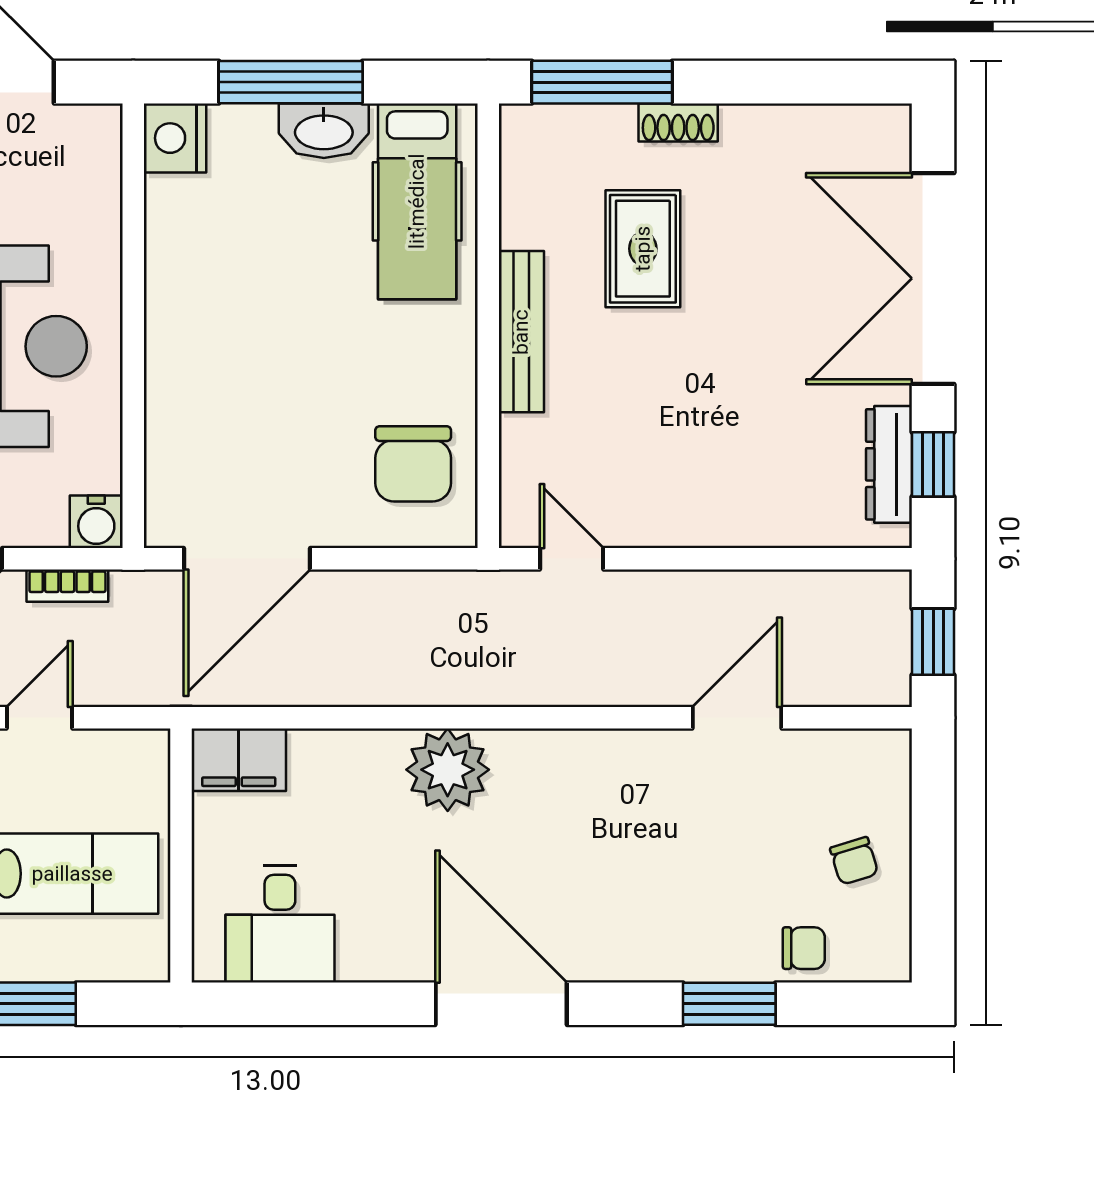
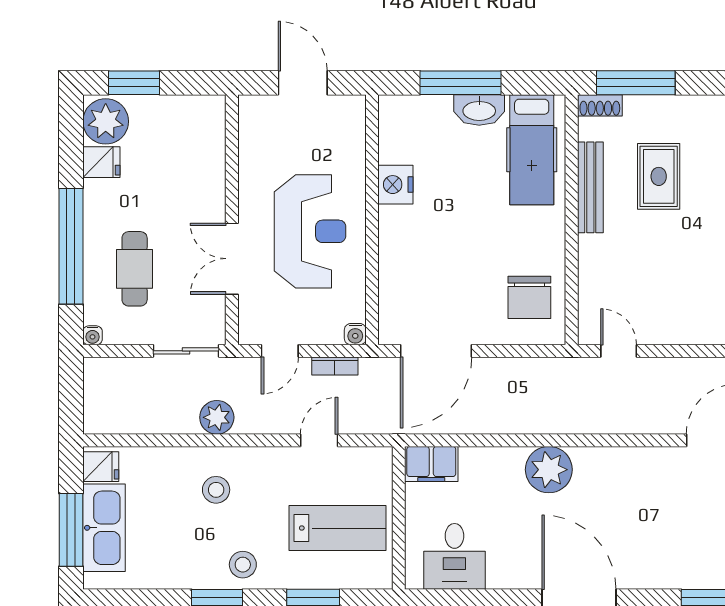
shoe rack: (678, 123) -> (600, 105), moved
nightstand: (175, 138) -> (395, 185), moved
bench: (521, 332) -> (590, 187), moved
water cooler: (96, 522) -> (355, 334), width x0.72, depth x0.72

